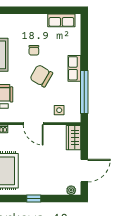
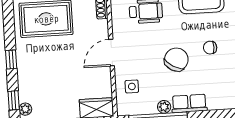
plant: (76, 87) -> (164, 107), added
window: (64, 198) -> (14, 100), added

